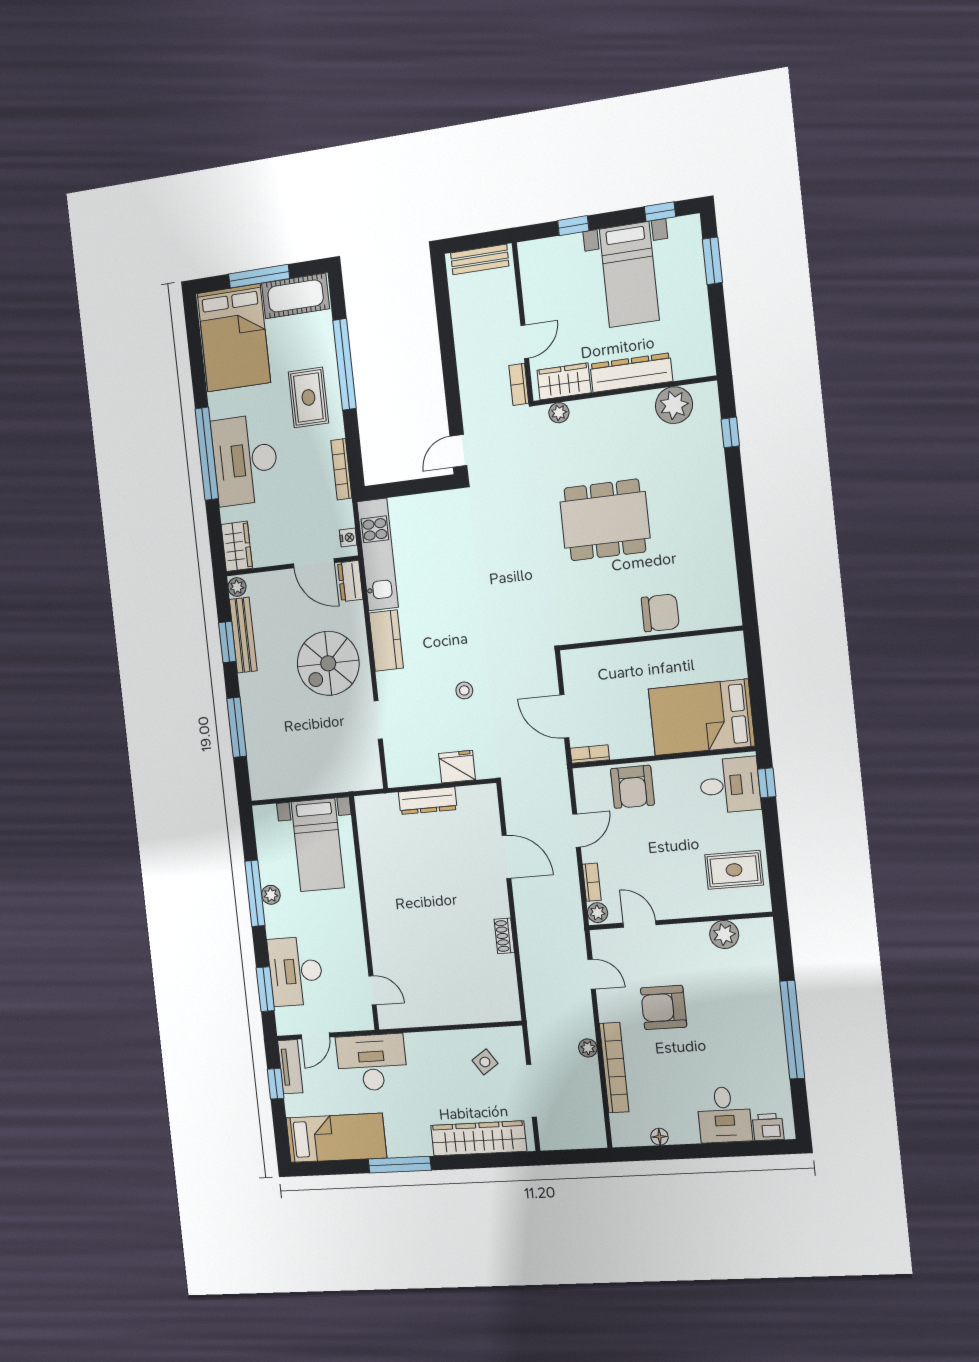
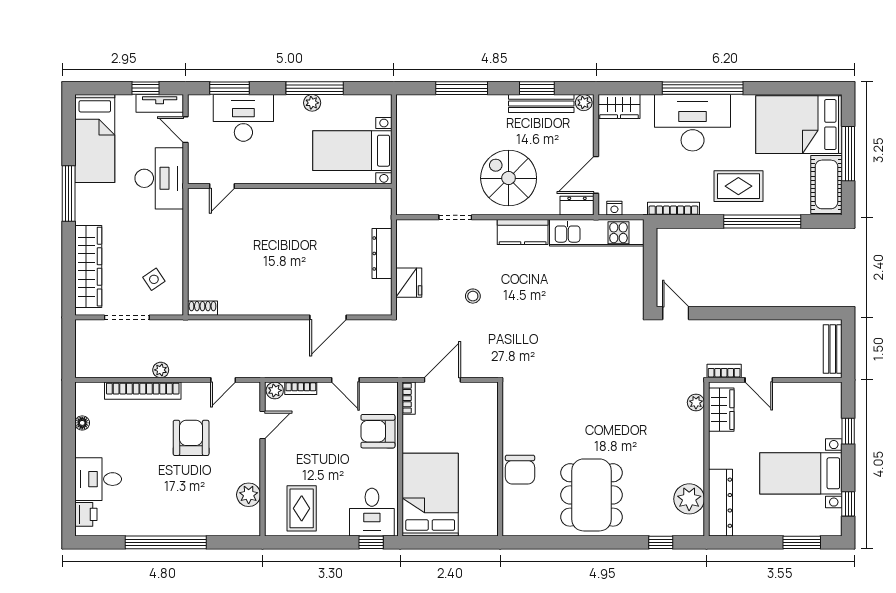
dresser: (631, 373) -> (721, 503), moved
dining table: (605, 520) -> (592, 495), moved
shoe rack: (504, 936) -> (202, 308), moved

